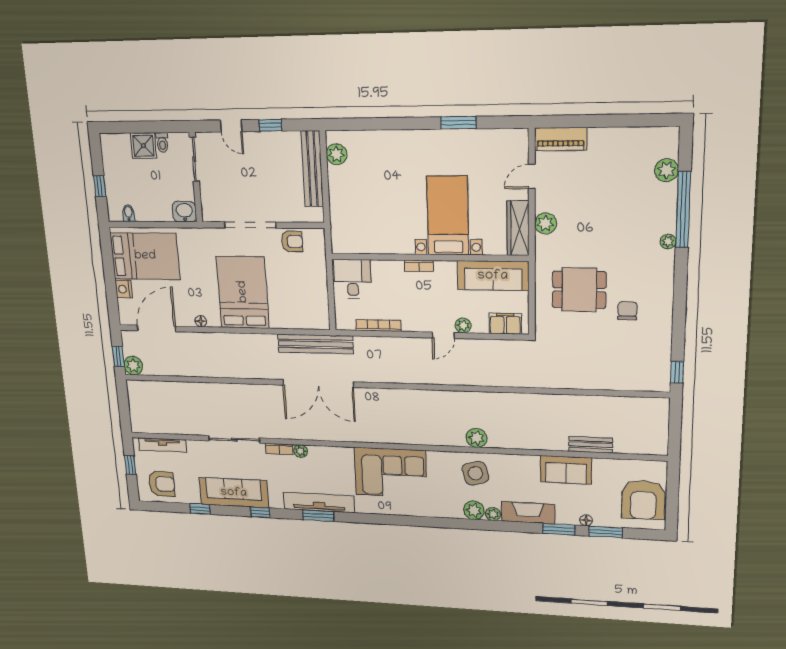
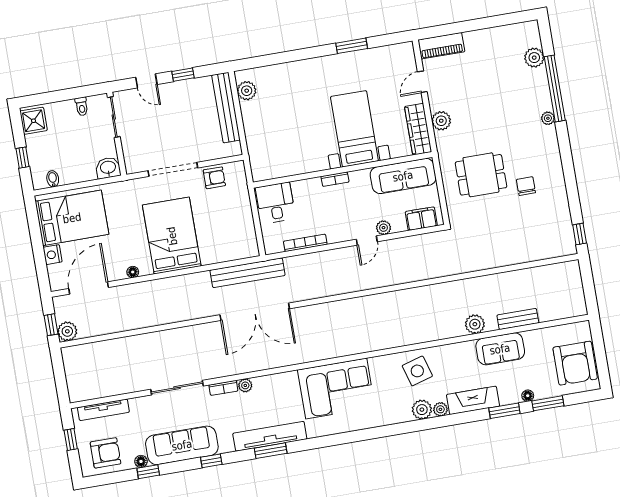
shower: (143, 146) -> (34, 121), moved
plant: (477, 438) -> (475, 324), moved
floor lamp: (194, 498) -> (141, 461), added

